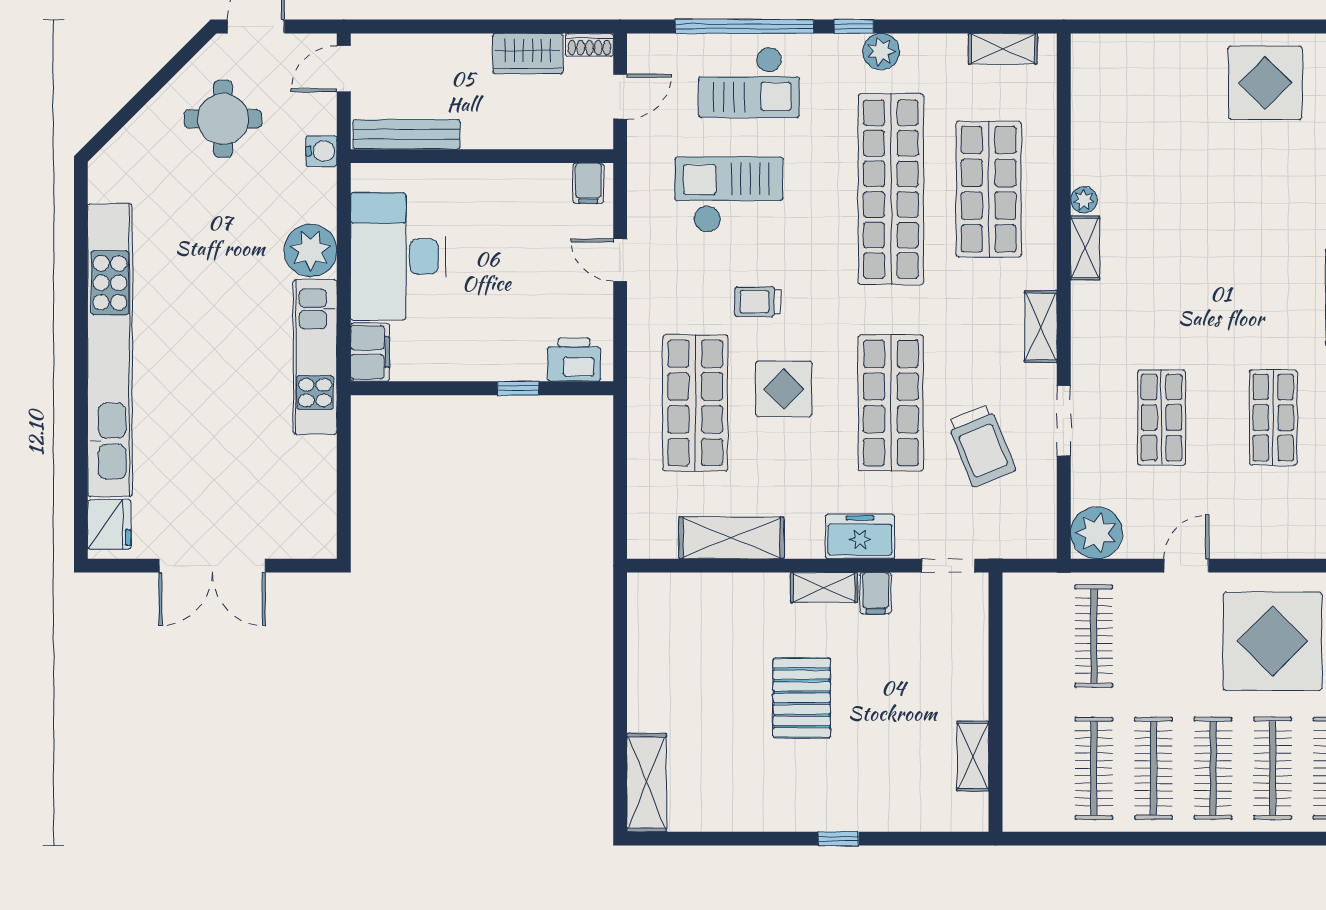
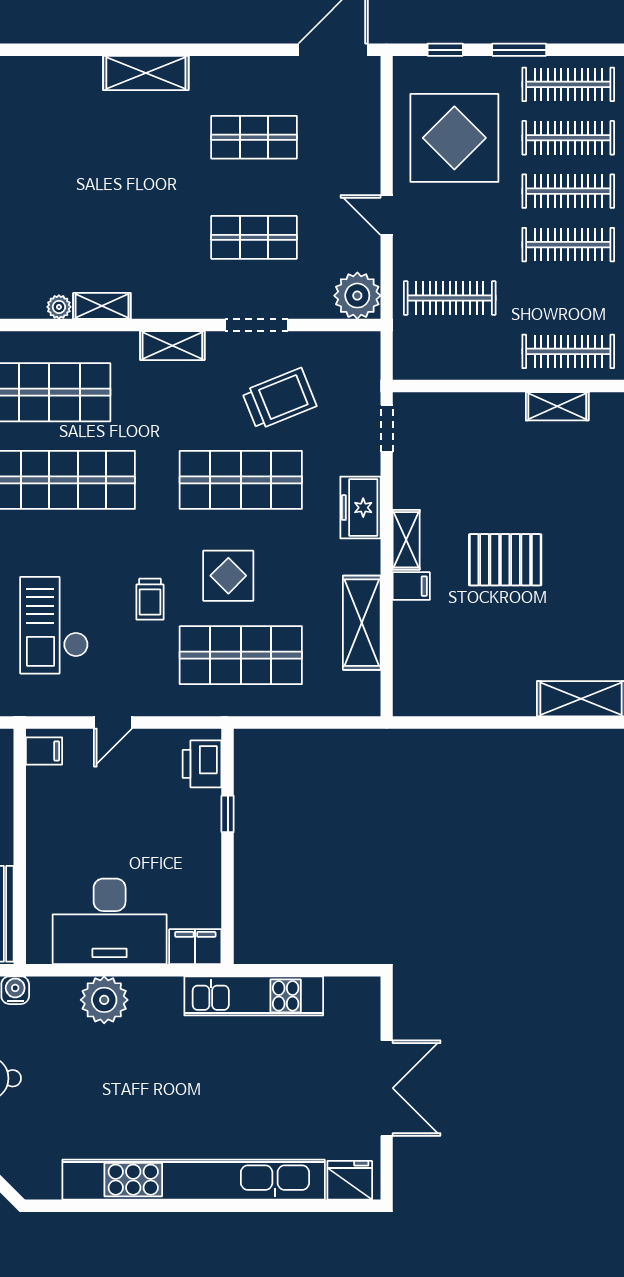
kitchen unit: (315, 357) -> (254, 996), moved
filing cabinet: (876, 593) -> (411, 586), moved
clothes rail: (1094, 768) -> (568, 351), moved

